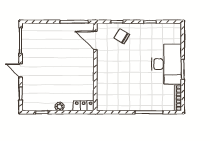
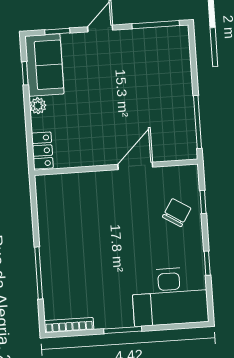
door: (95, 40) -> (135, 166), moved
desk: (166, 64) -> (170, 297), moved
sofa: (38, 102) -> (44, 65), added

